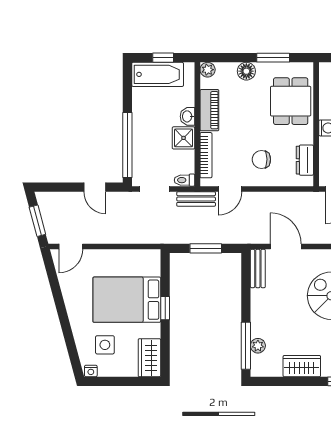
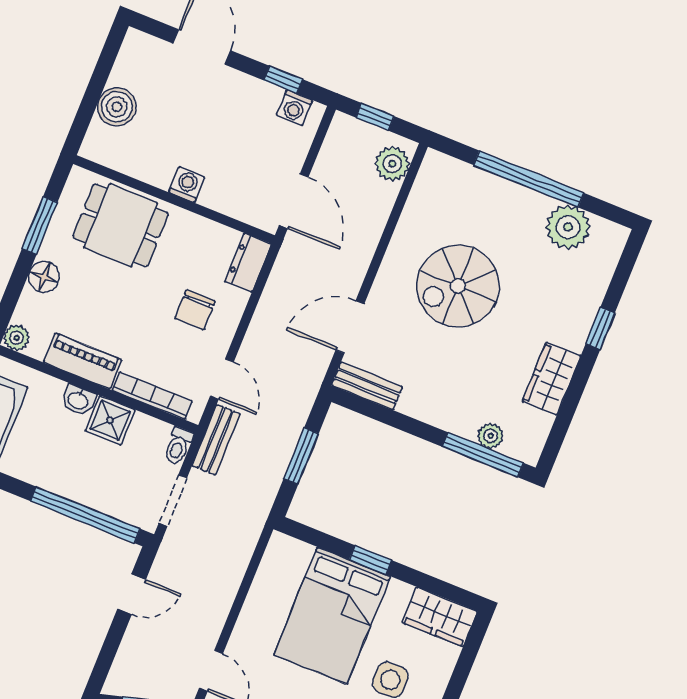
dresser: (305, 160) -> (248, 263), moved, turned 90

